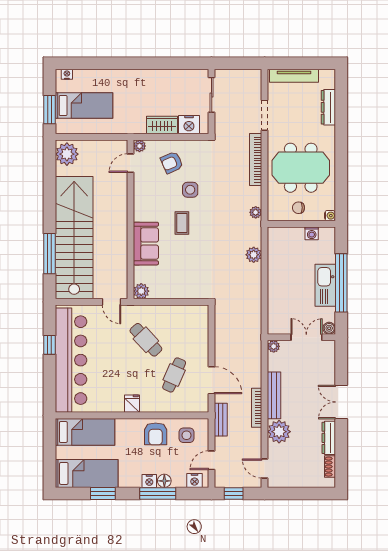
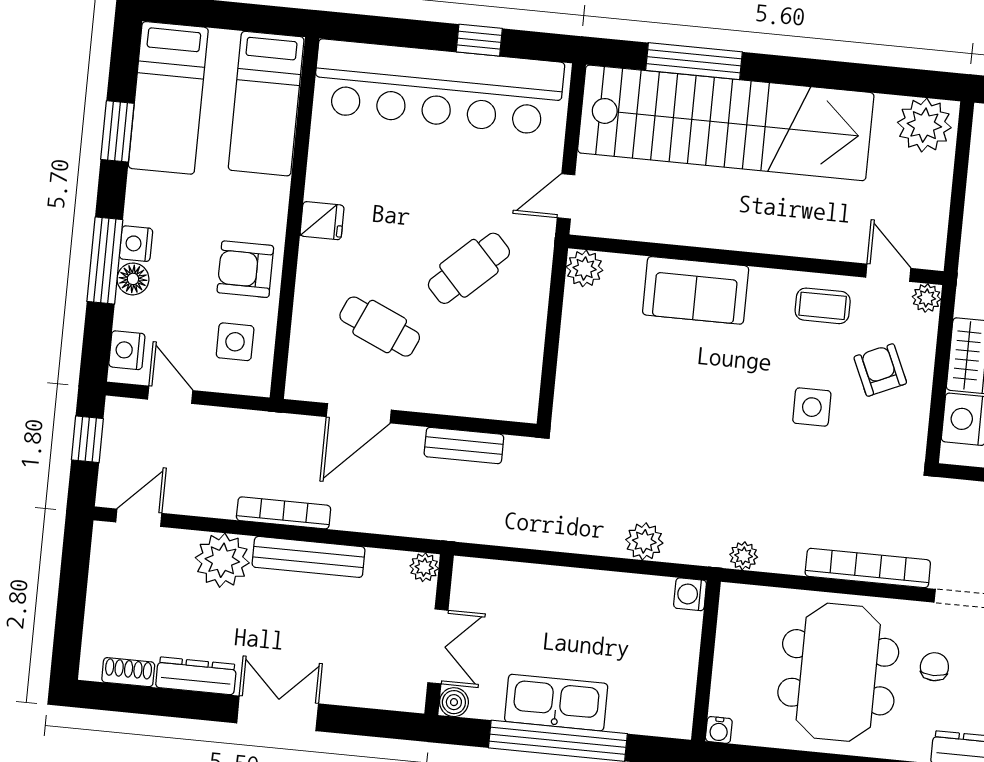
chair: (298, 208) -> (934, 667), moved
coffee table: (182, 223) -> (823, 306), moved
washing machine: (312, 233) -> (690, 594), moved
bench: (221, 420) -> (464, 446), moved

